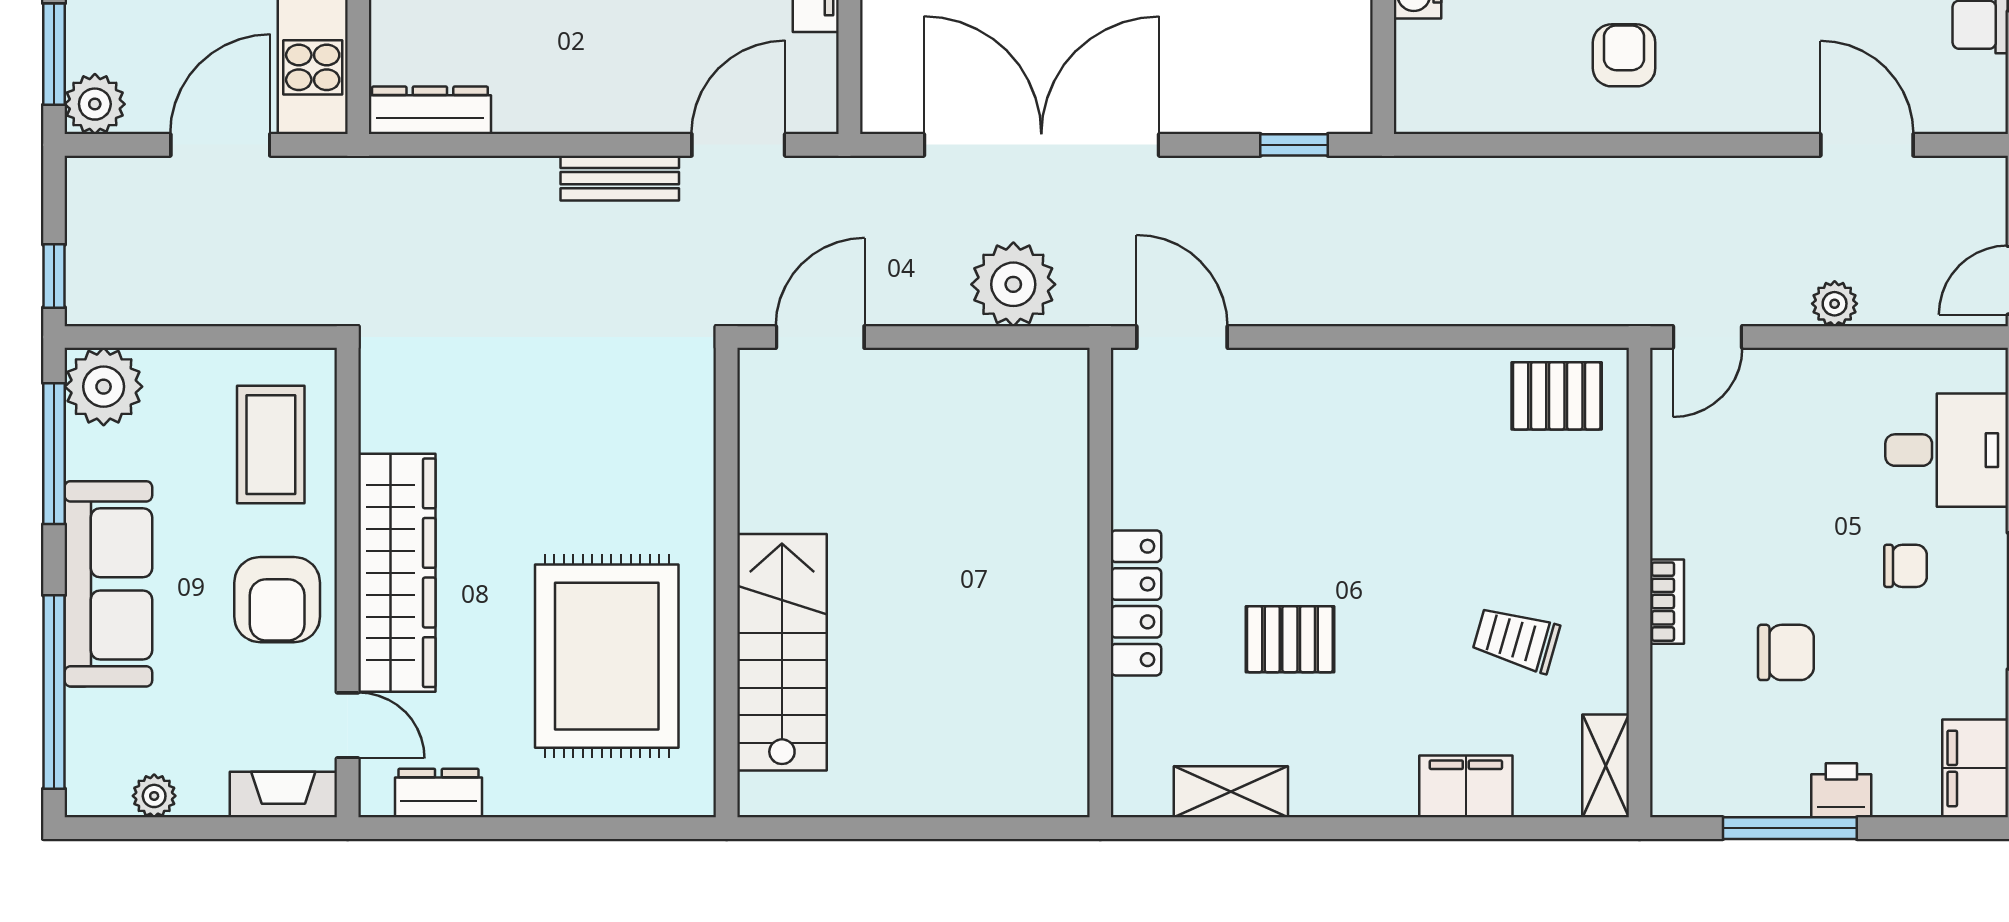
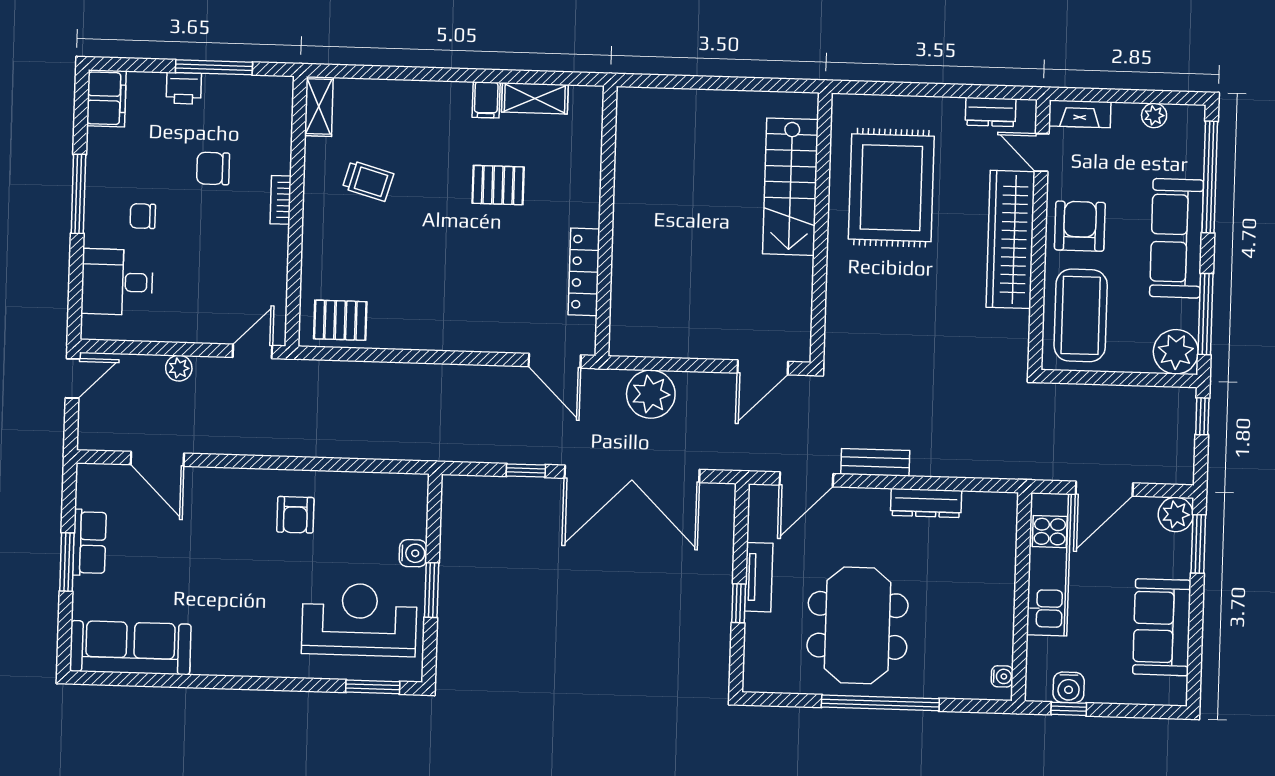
dresser: (430, 110) -> (926, 503), moved
window: (1294, 145) -> (526, 470), moved
coffee table: (271, 445) -> (1081, 315), width x1.36, depth x1.32
locker: (1136, 603) -> (584, 272), moved
filing cabinet: (1466, 786) -> (486, 100), moved, width x0.50

